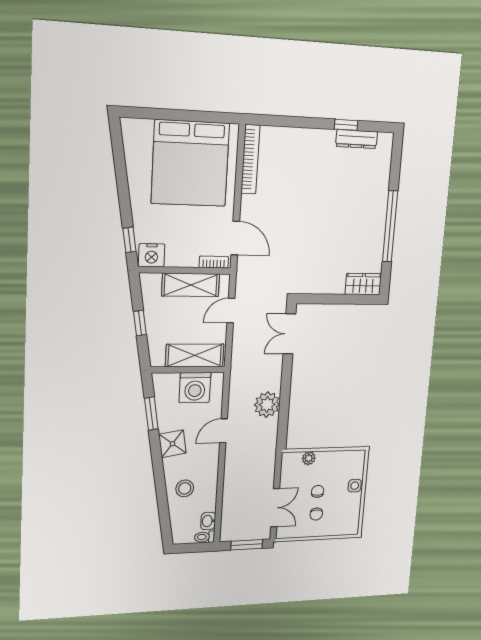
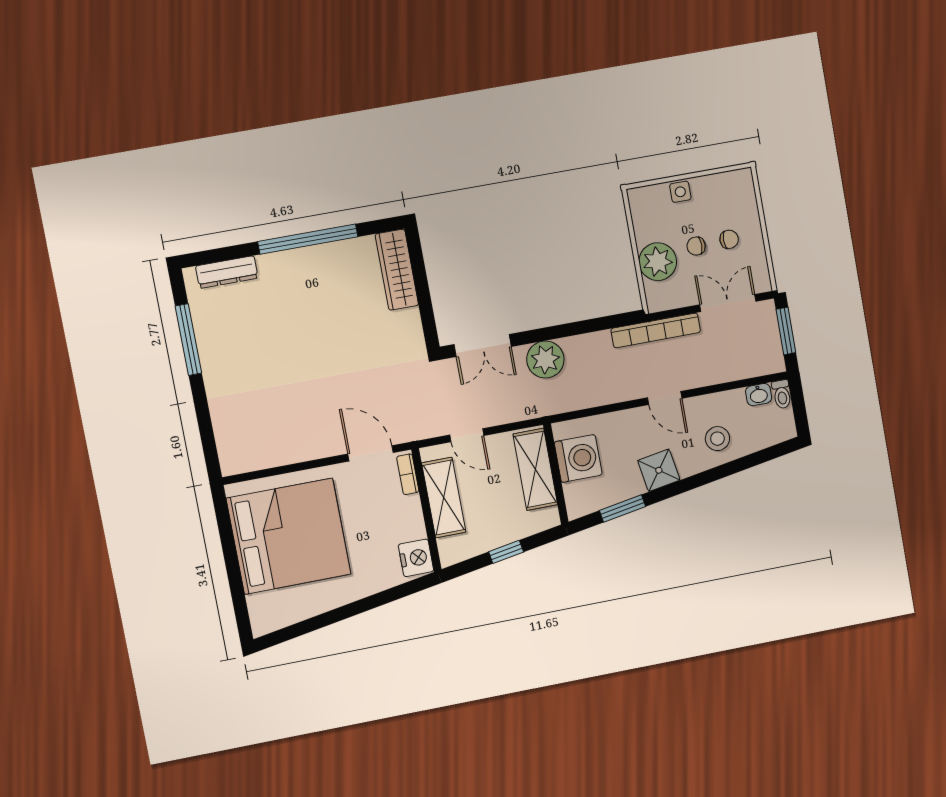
window: (346, 125) -> (188, 340), width x2.17
dresser: (357, 139) -> (227, 272), moved, turned 90
bookcase: (250, 159) -> (656, 330), moved, turned 180
door: (235, 238) -> (370, 453), hinge flipped
window: (129, 240) -> (402, 591), removed
wardrobe: (363, 284) -> (397, 270), width x1.50
plant: (267, 405) -> (545, 360), moved
door: (224, 431) -> (665, 398), moved
plant: (309, 458) -> (658, 262), width x1.87, depth x1.87

